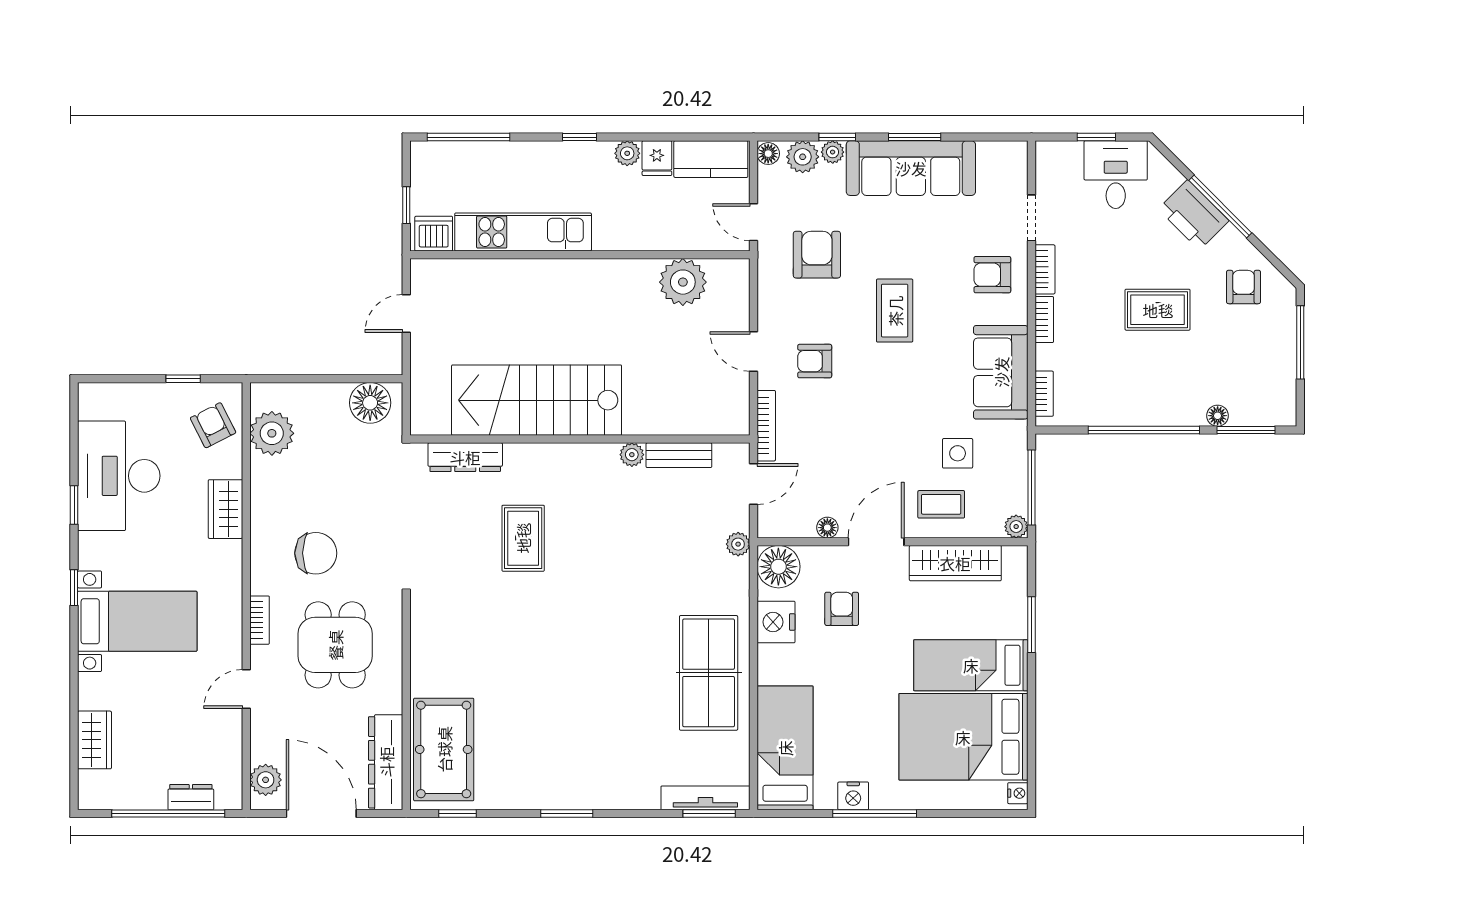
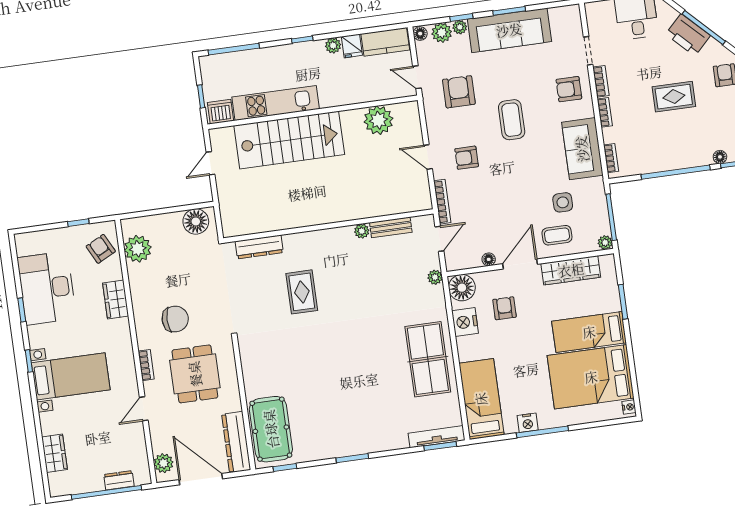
stairs: (537, 400) -> (289, 140), moved, turned 180

